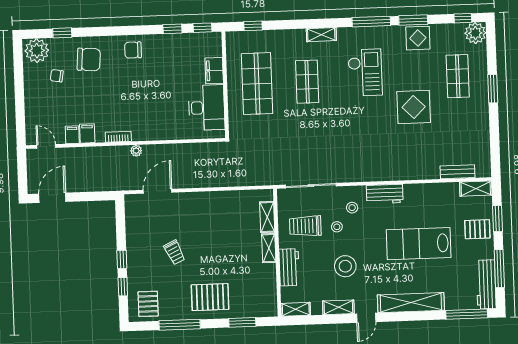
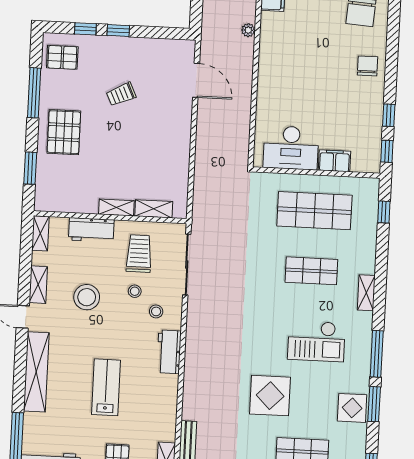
bookcase: (118, 137) -> (265, 39), removed
plant: (136, 151) -> (248, 30), moved
lab bench: (419, 244) -> (106, 387), width x0.73, depth x0.72

